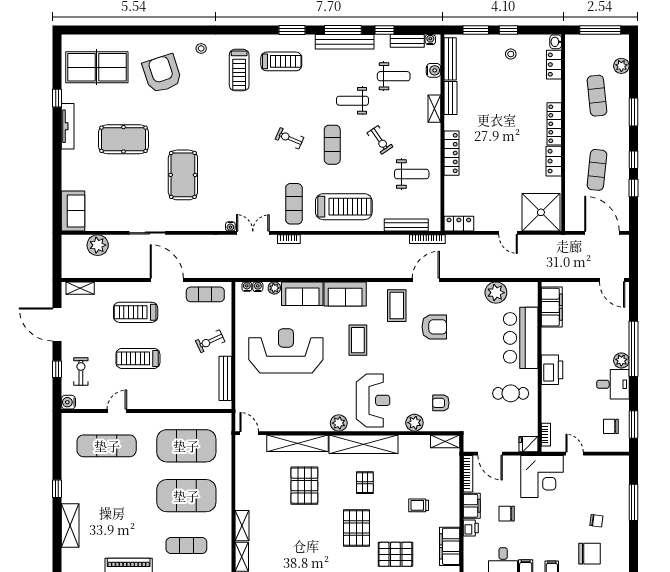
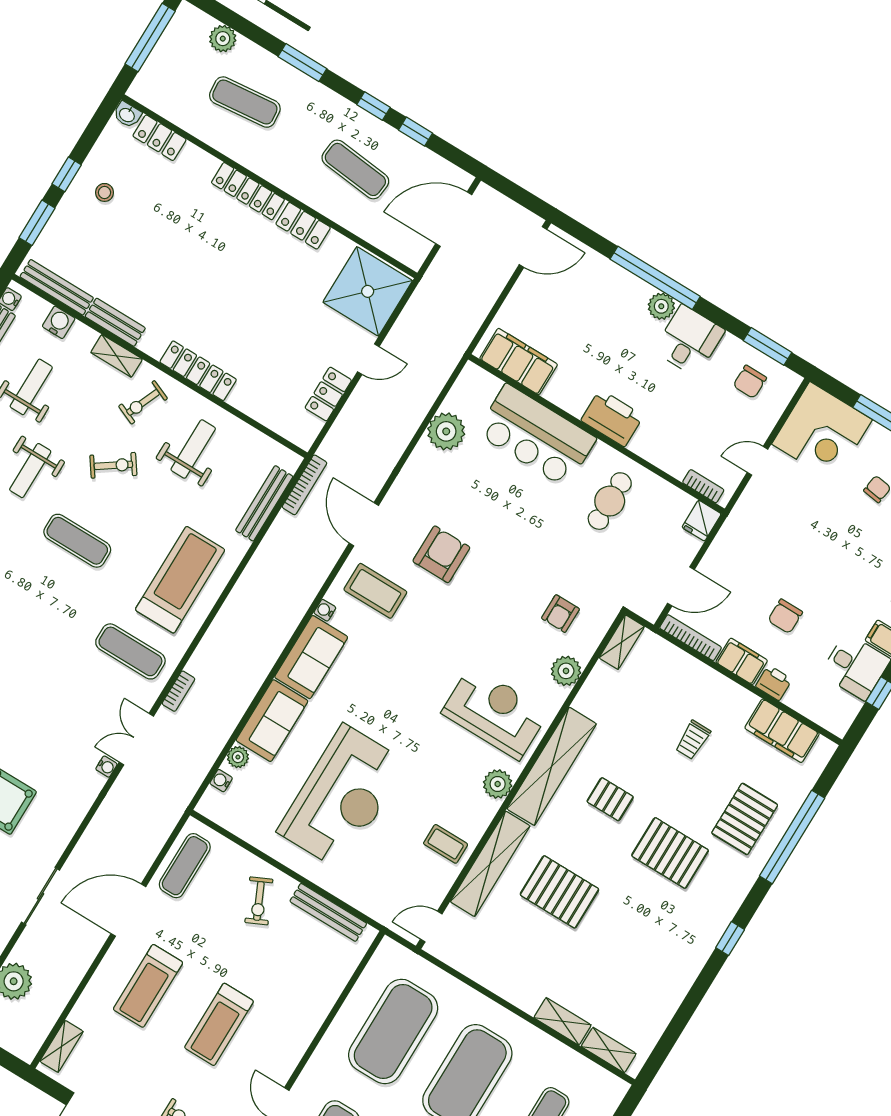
exercise bike: (290, 138) -> (143, 402), moved
locker: (459, 224) -> (328, 394), moved
water cooler: (247, 287) -> (325, 610), moved
coffee table: (358, 340) -> (446, 844), moved, width x0.73, depth x0.77
reception desk: (286, 351) -> (342, 797), turned 180
corner desk: (542, 477) -> (822, 432), moved, turned 90

